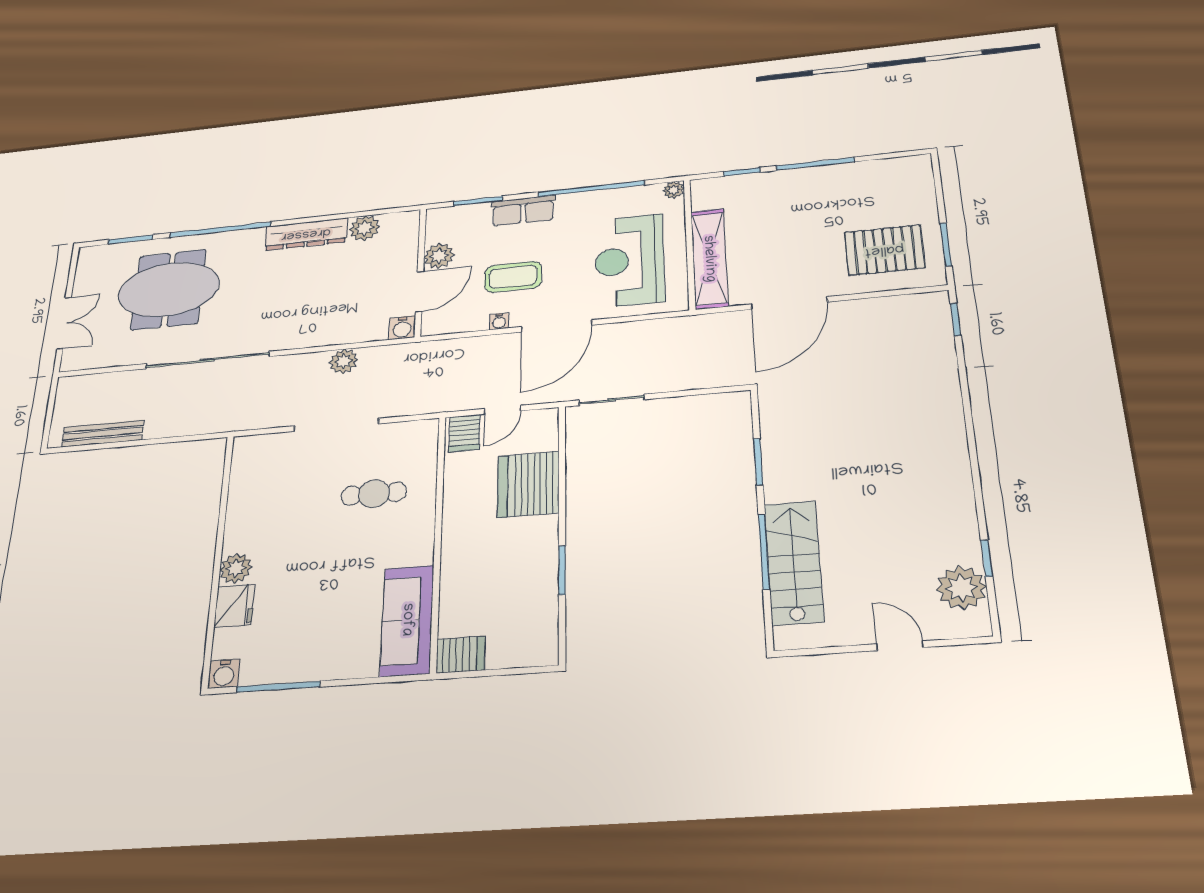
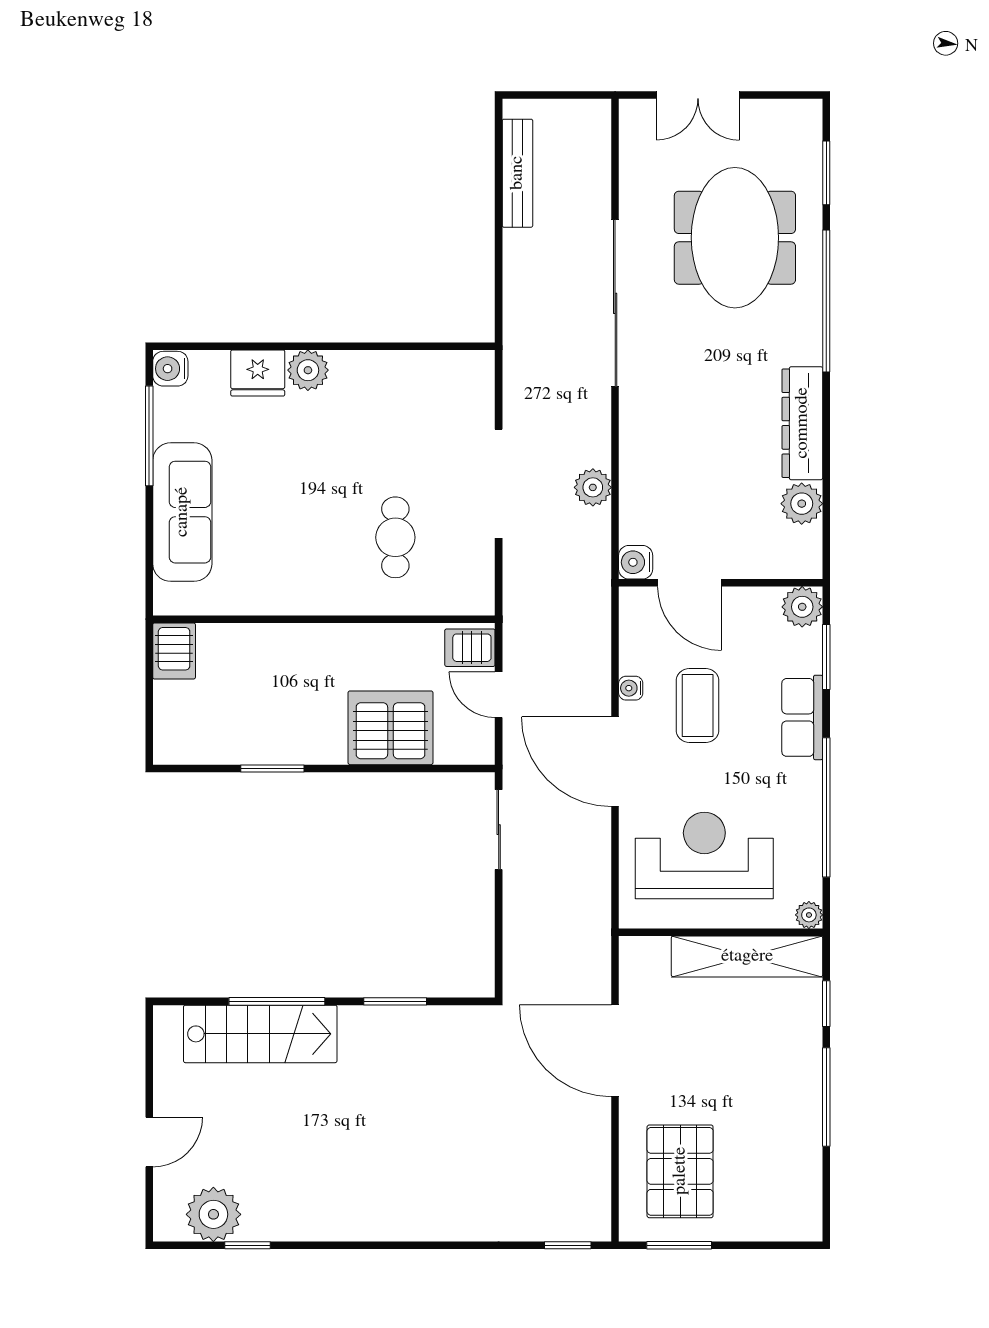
plant: (439, 256) -> (802, 607), moved
shelving: (709, 259) -> (747, 956), moved
sofa: (407, 620) -> (182, 512), moved, turned 90

